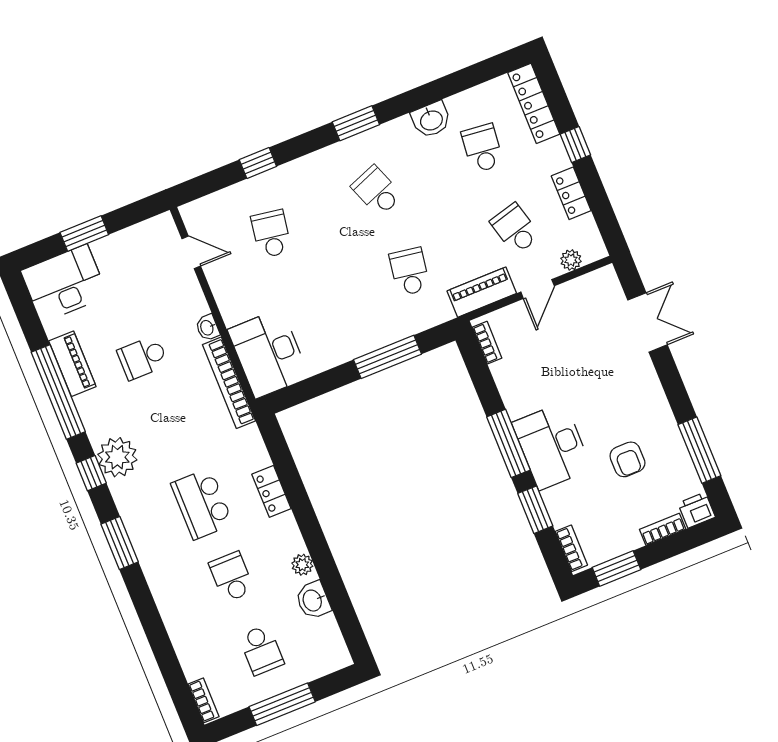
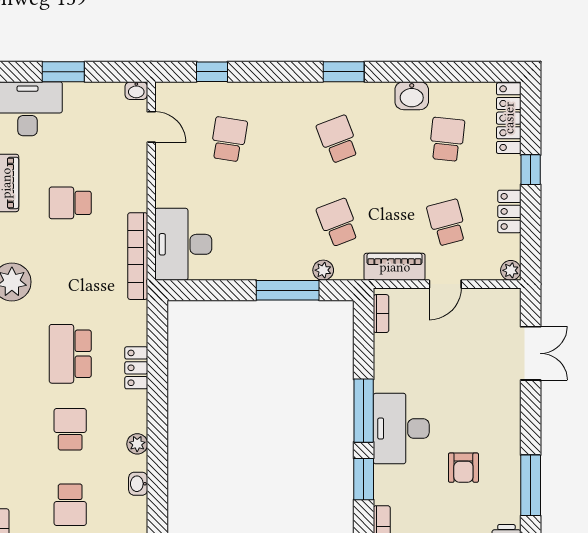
window: (258, 163) -> (212, 72), moved
plant: (571, 260) -> (511, 270), moved
school desk: (410, 272) -> (338, 223), turned -30
plant: (414, 323) -> (323, 270), added
washbasin: (207, 328) -> (136, 91), moved, turned -90
washbasin: (313, 600) -> (138, 484), width x0.72, depth x0.69

